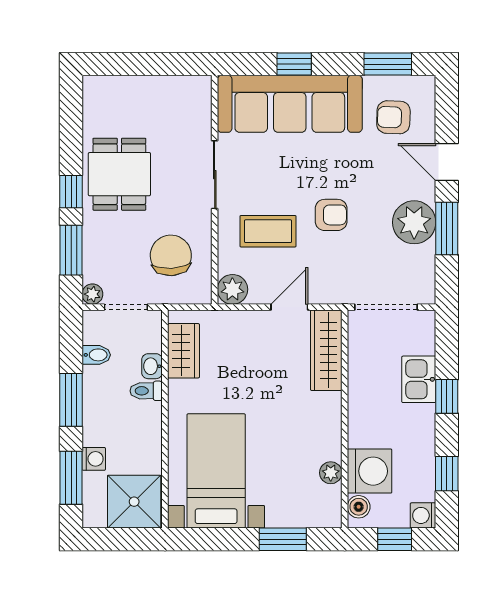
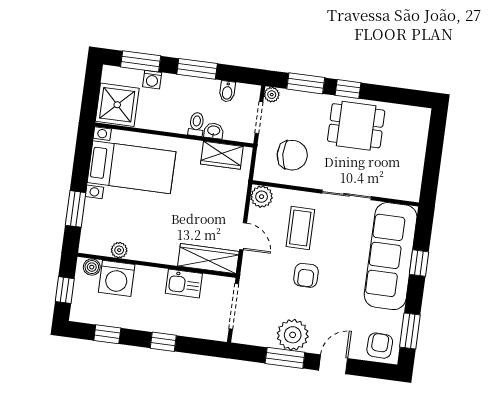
armchair: (393, 117) -> (380, 346), moved
kitchen sink: (419, 379) -> (184, 283), moved, turned 180
washing machine: (423, 515) -> (79, 313), removed

